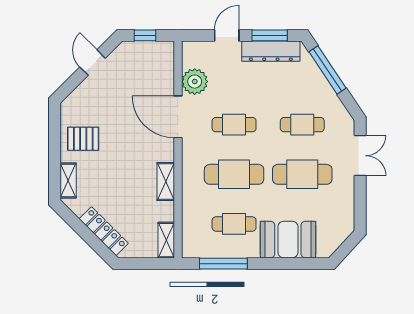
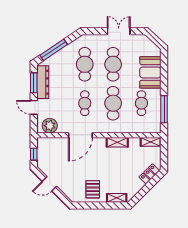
plant: (195, 82) -> (50, 126), moved
cafe table: (302, 125) -> (85, 64), width x1.37, depth x1.35
double door: (360, 156) -> (119, 31), moved
locker: (104, 231) -> (149, 174), width x0.66

